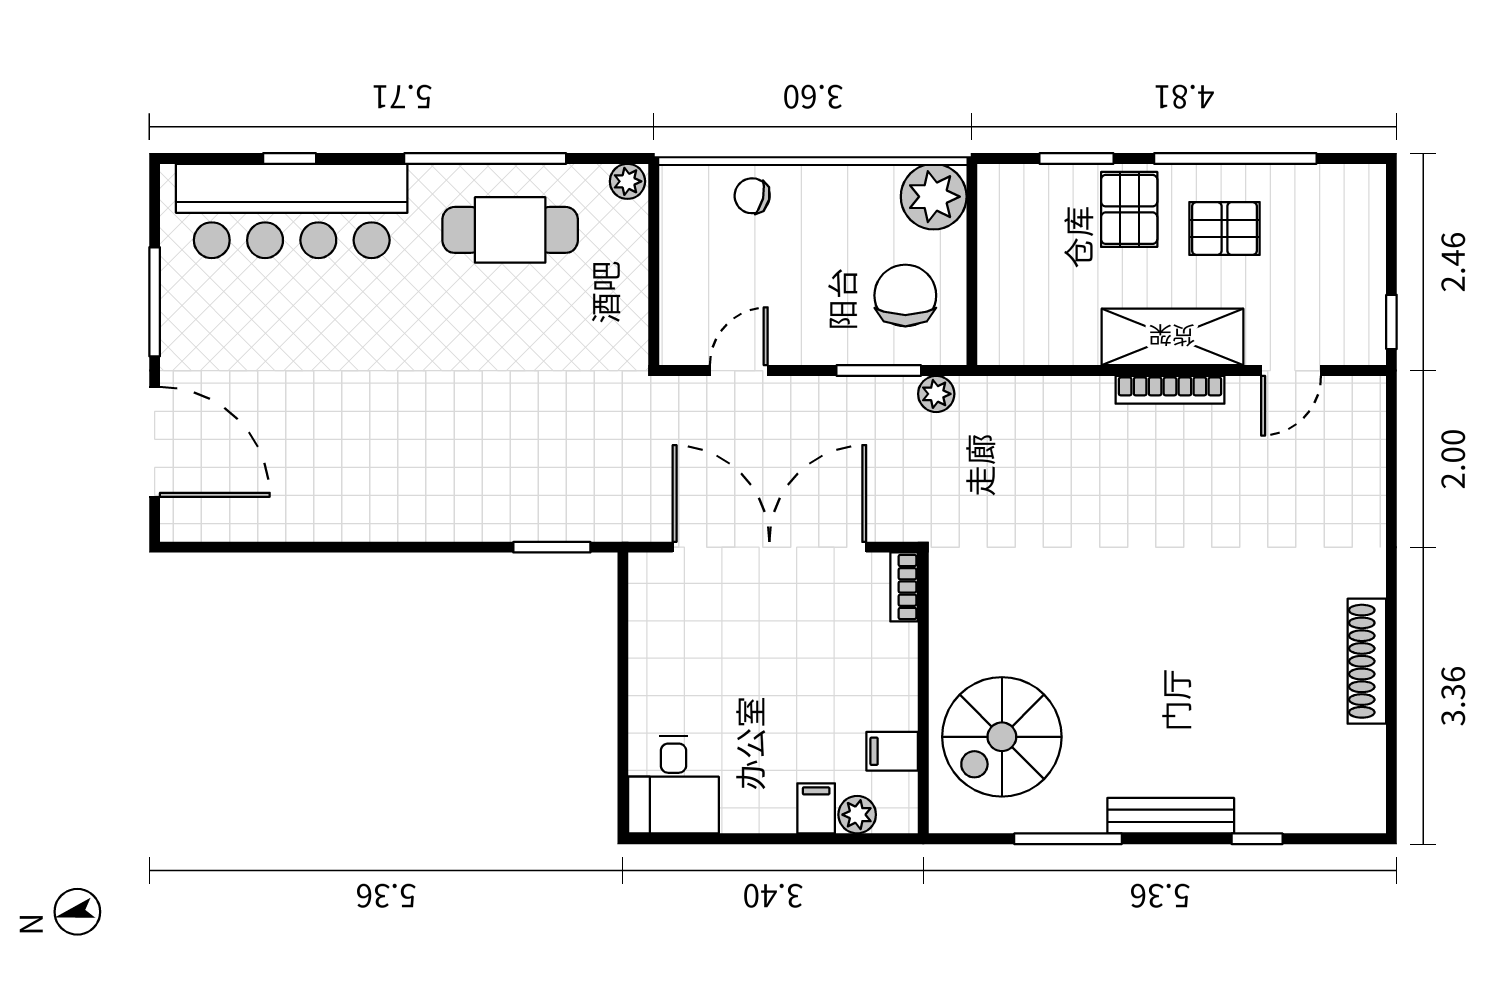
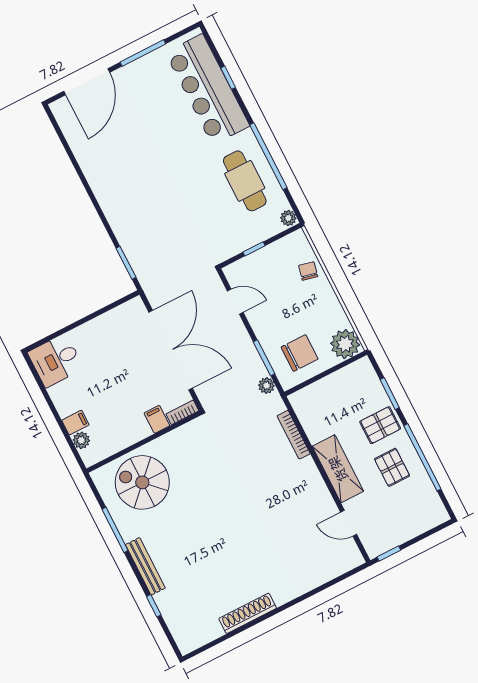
window: (654, 280) -> (254, 249), added
bookcase: (1170, 390) -> (294, 435), moved
filing cabinet: (892, 751) -> (157, 419), moved

